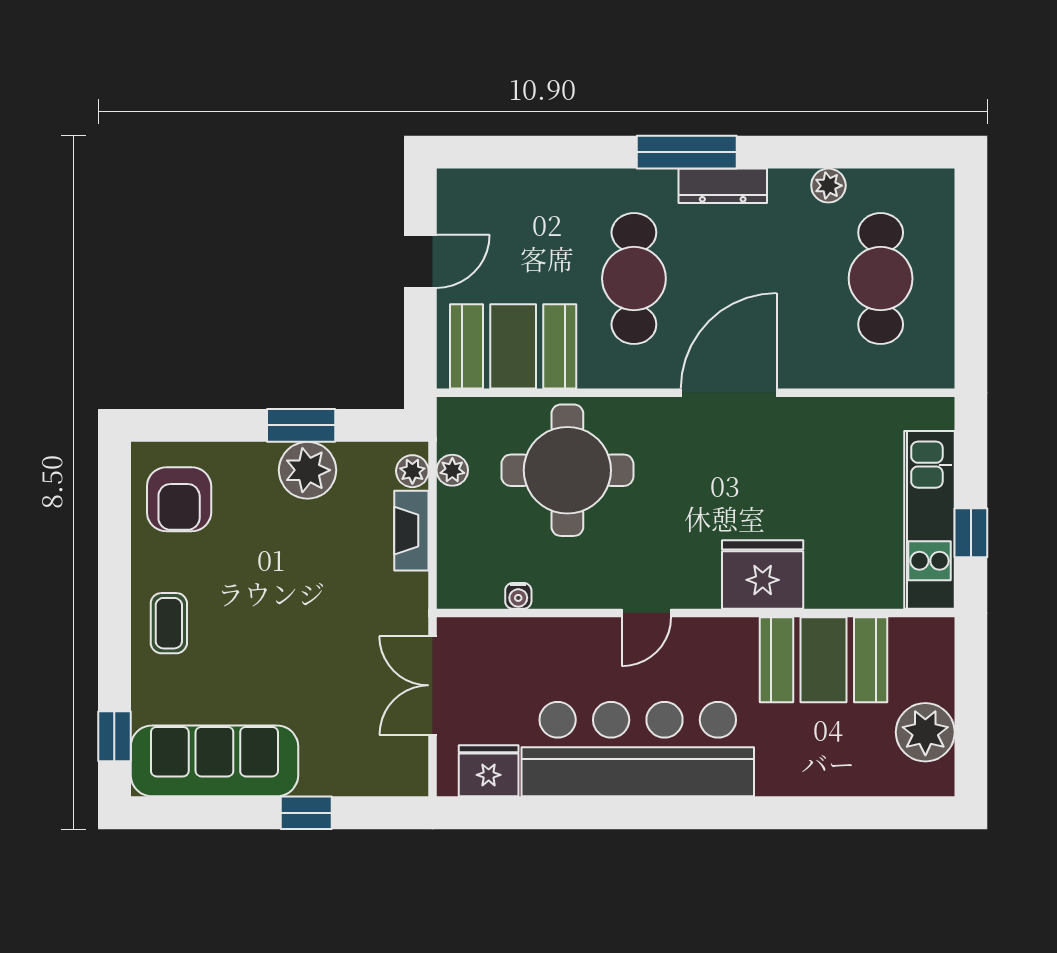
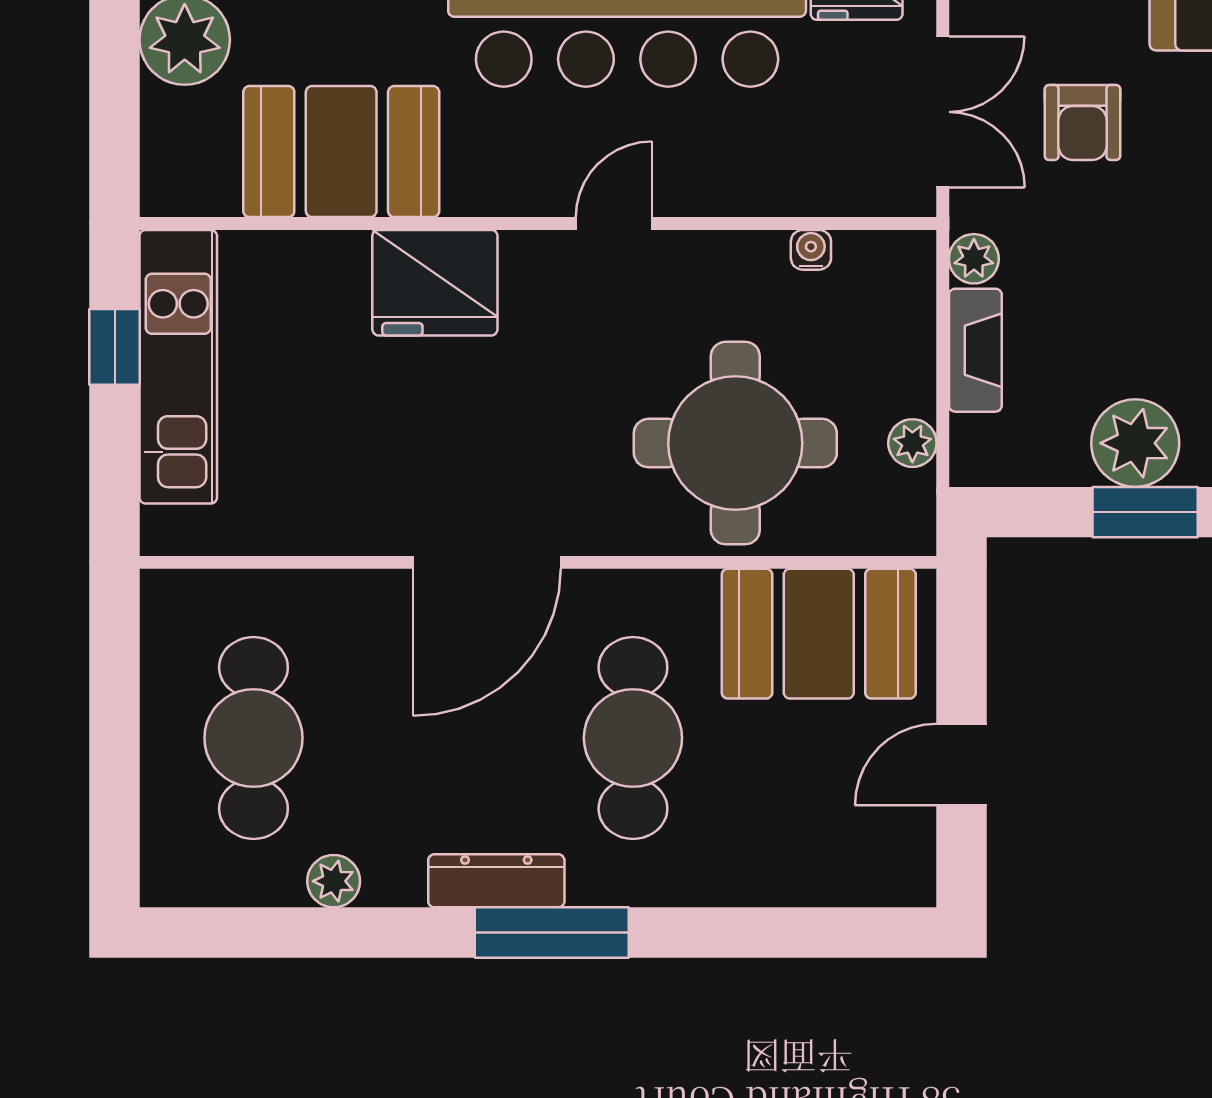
plant: (412, 471) -> (974, 259), moved
armchair: (342, 679) -> (1082, 122), added

